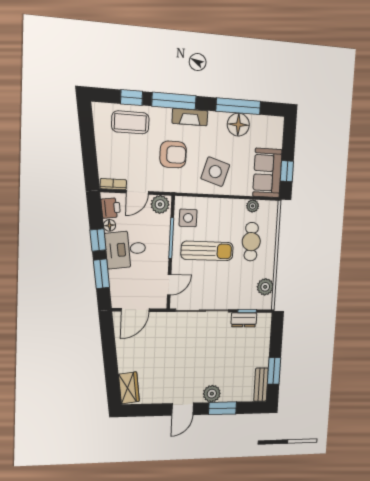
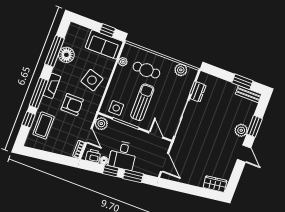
armchair: (173, 155) -> (72, 105), turned 90

